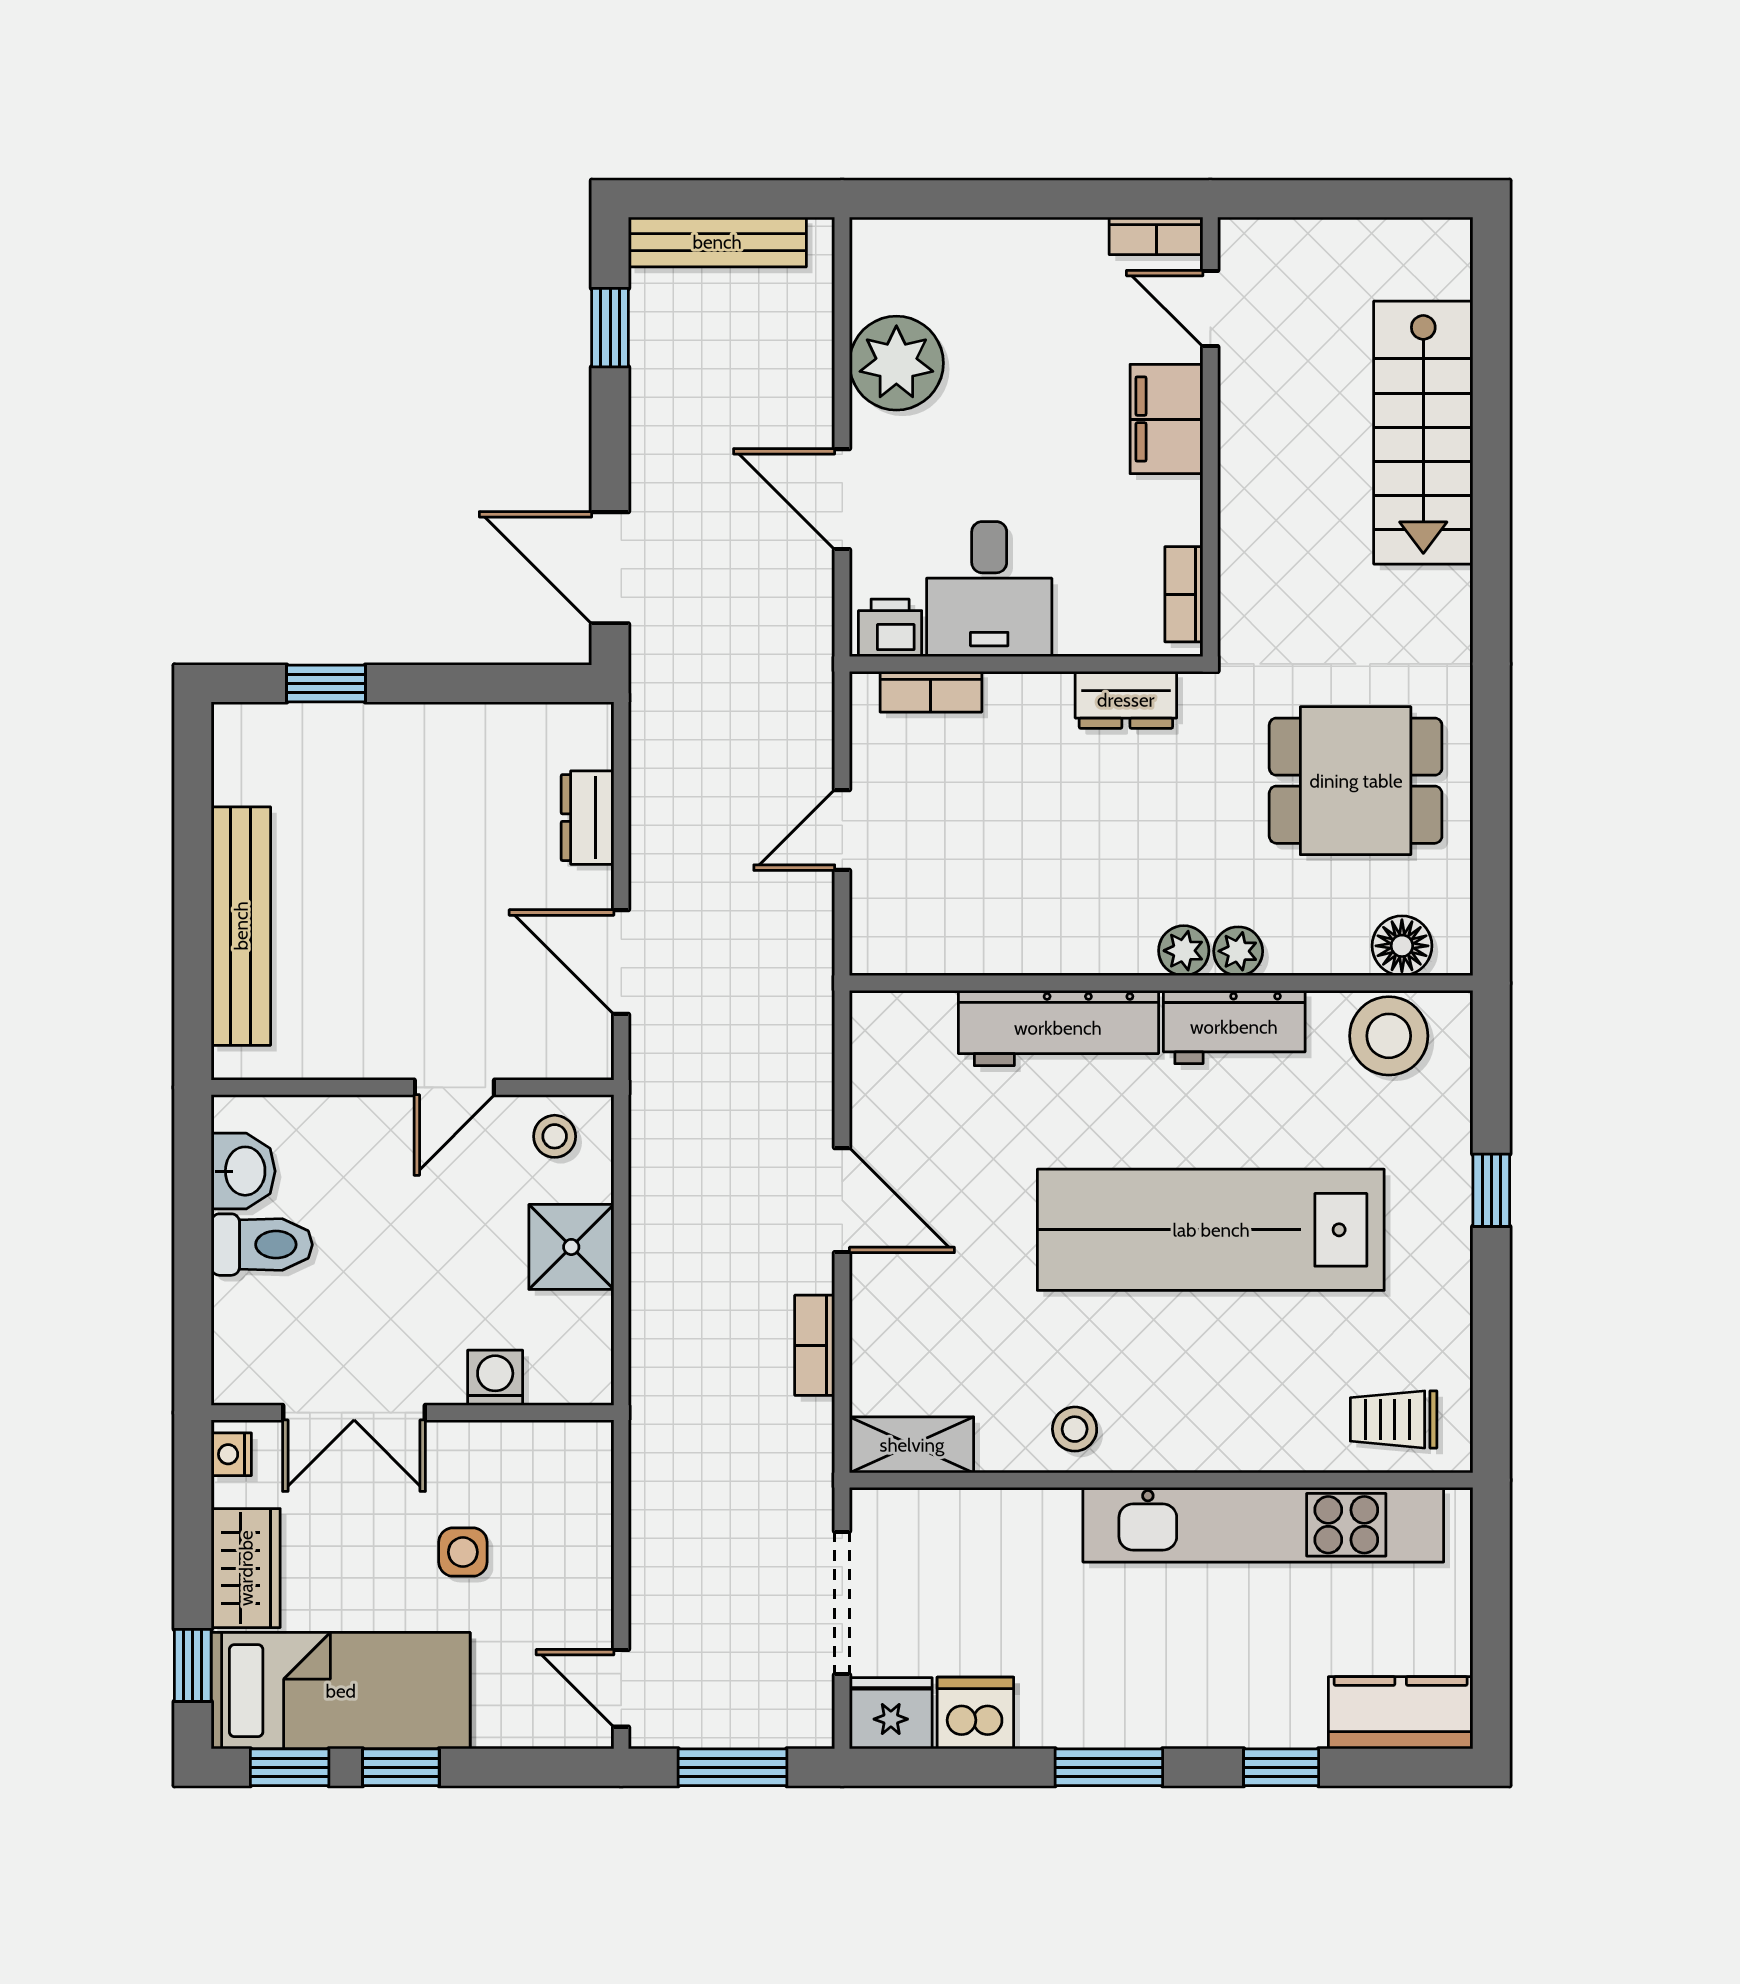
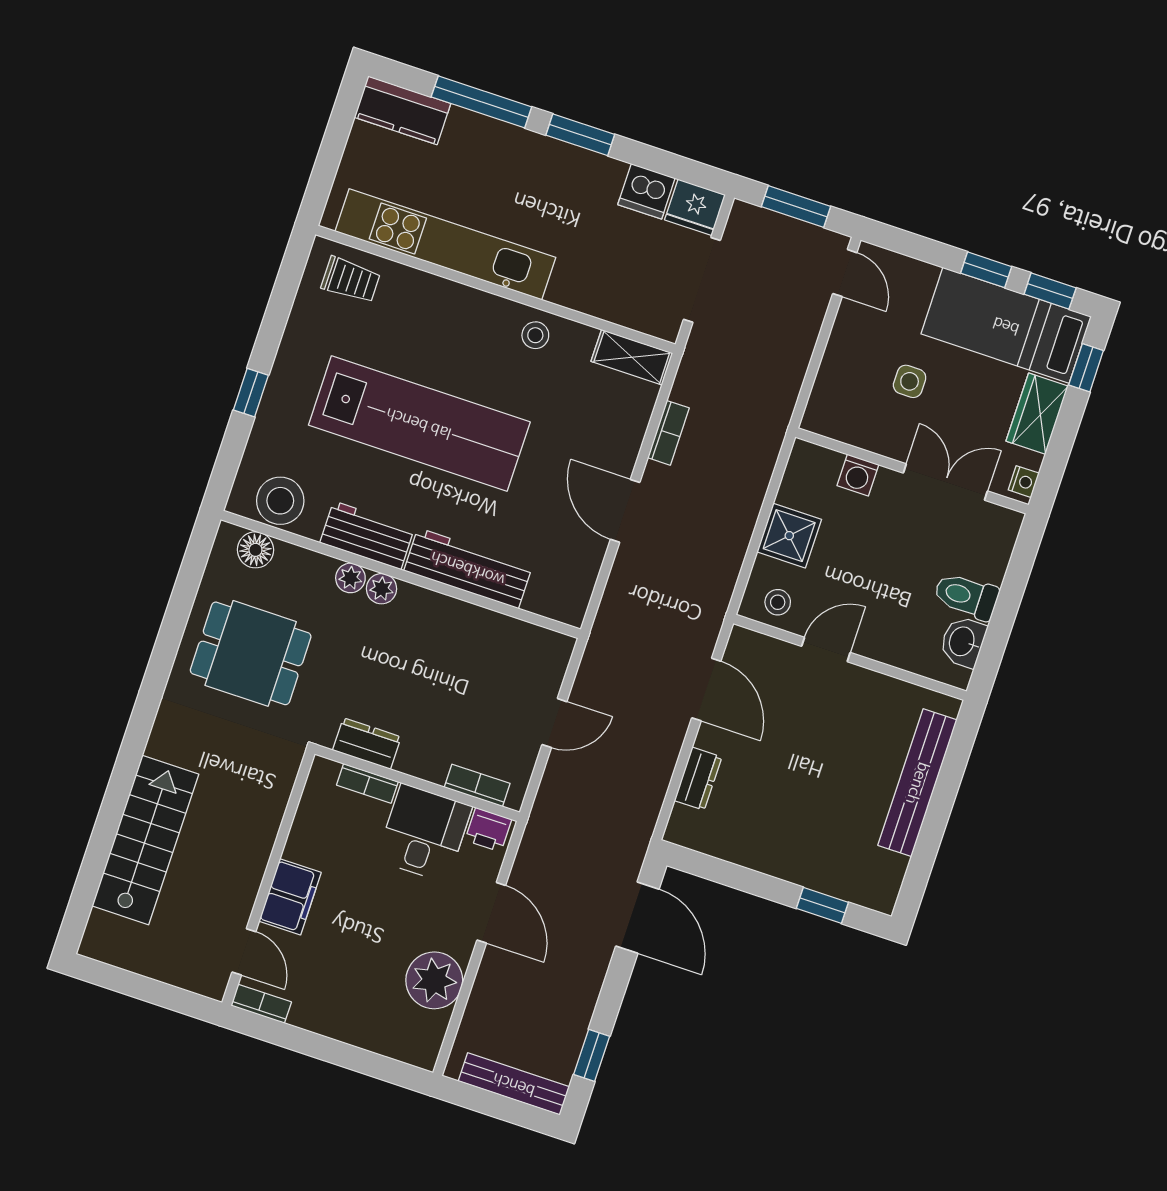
bookcase: (1184, 594) -> (367, 783), moved, turned 90
window: (1281, 1767) -> (481, 102), width x2.17

